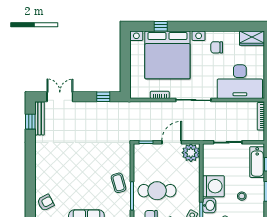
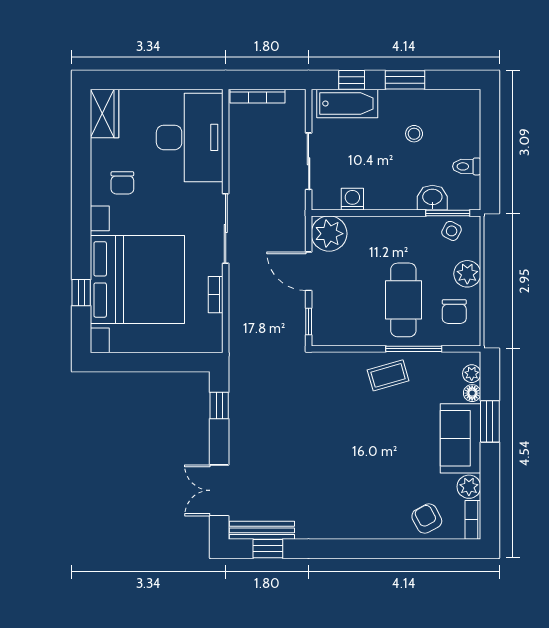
washing machine: (213, 186) -> (352, 199), moved, width x0.53, depth x0.53

